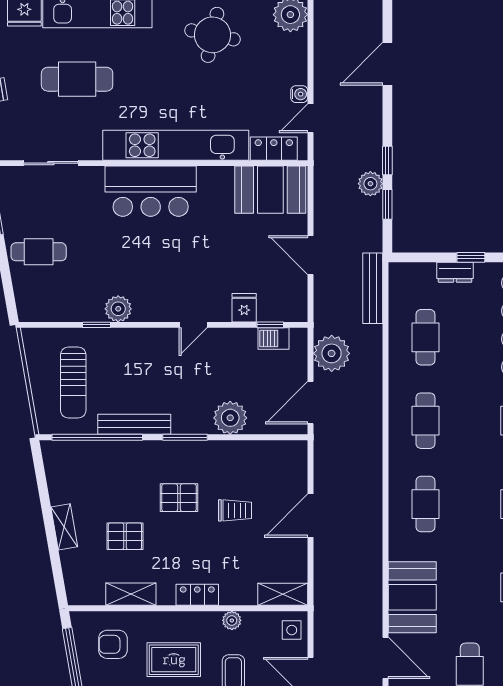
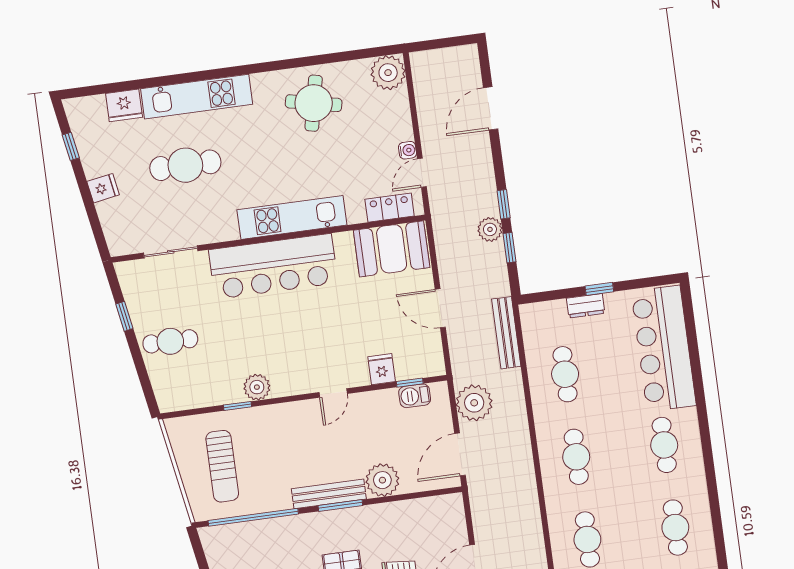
kitchen unit: (176, 145) -> (292, 217), width x0.73
bar counter: (151, 191) -> (273, 266), width x1.36
bench: (134, 424) -> (329, 494), moved

